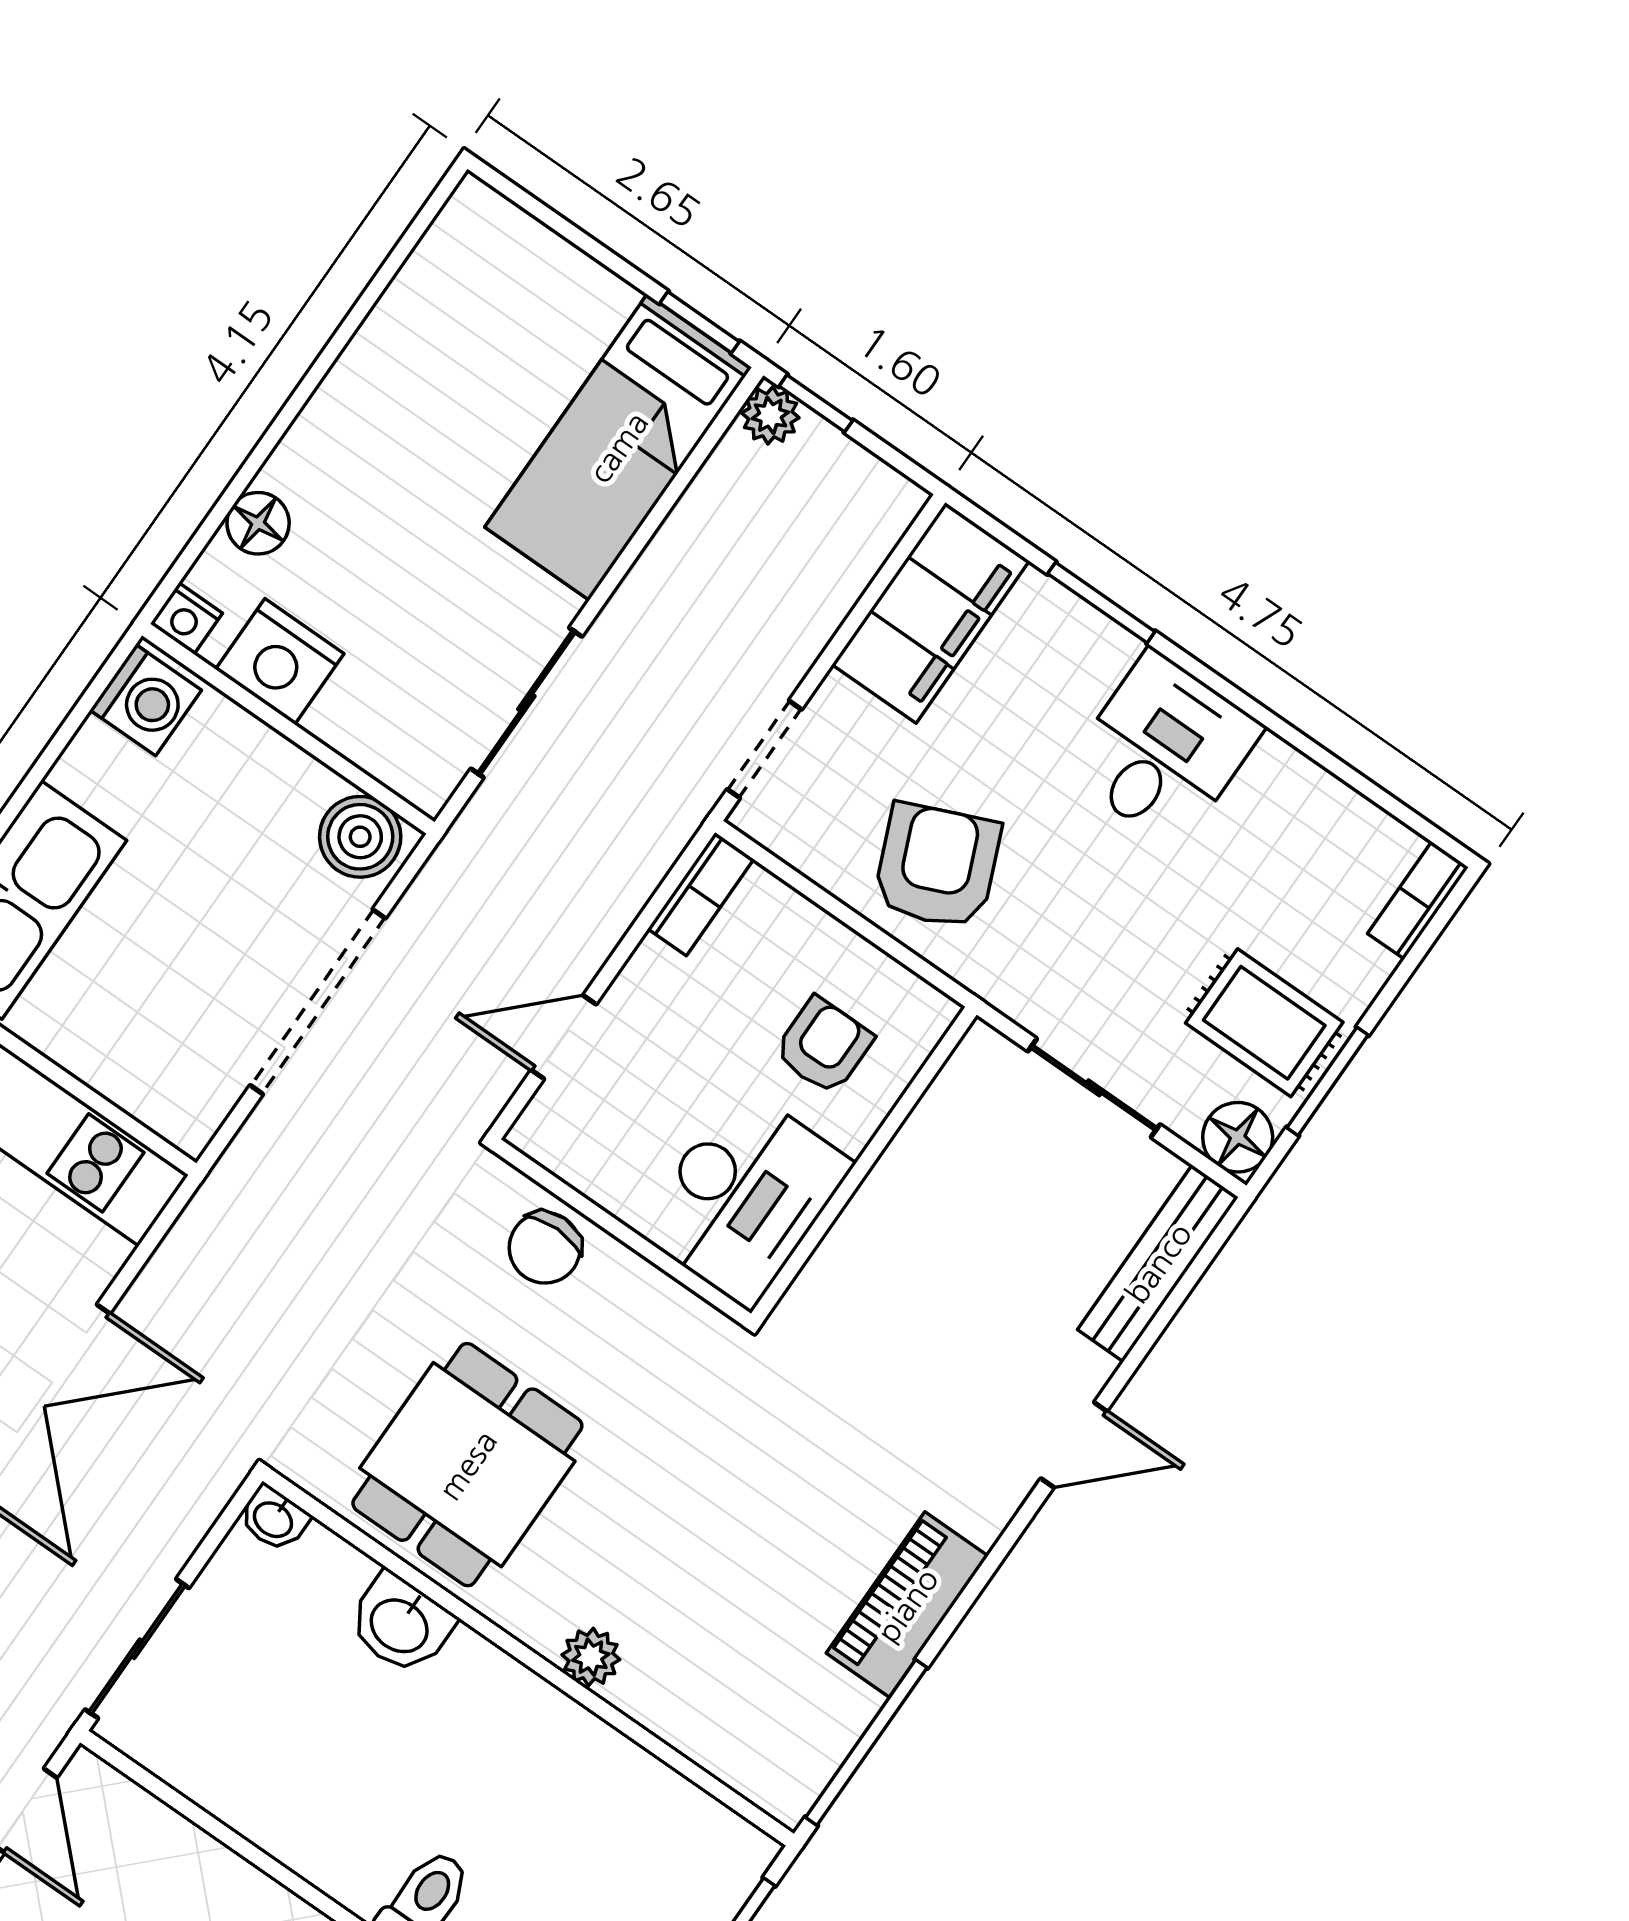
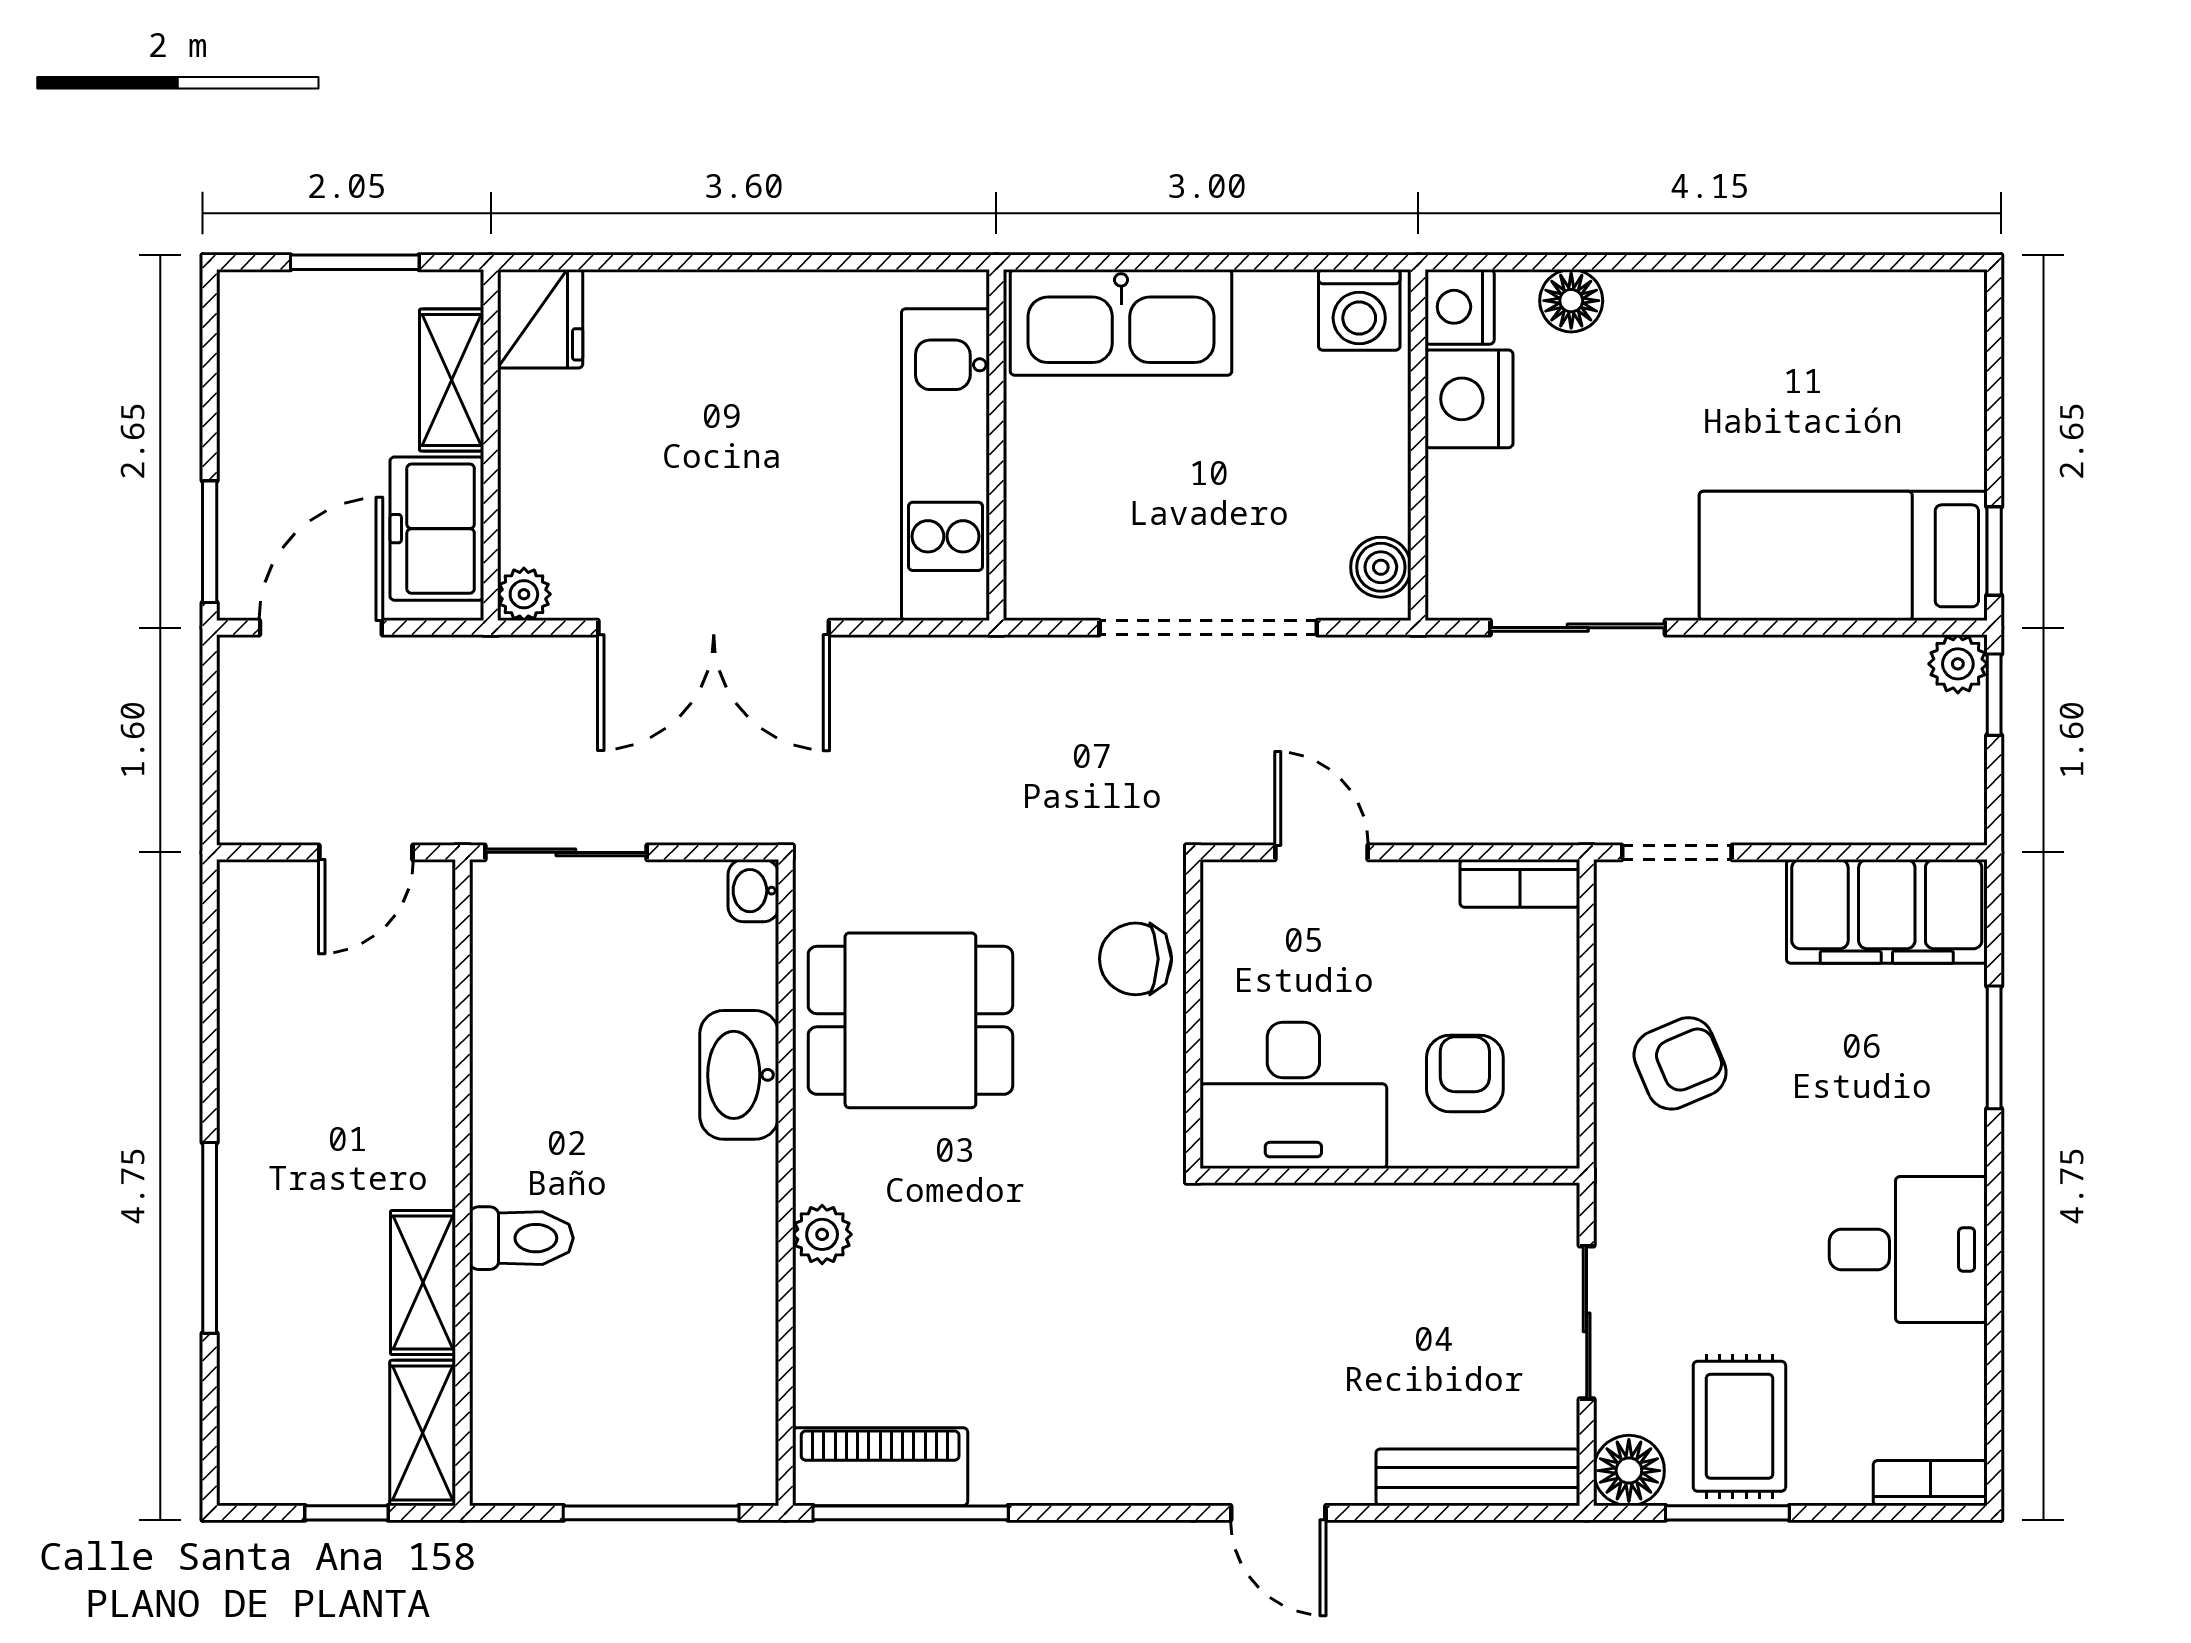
nightstand: (186, 619) -> (1460, 307), width x1.39, depth x1.35
desk: (1164, 749) -> (1908, 1249), moved
boiler: (360, 837) -> (1381, 567), width x0.73, depth x0.73
armchair: (937, 866) -> (1680, 1063), width x0.72, depth x0.72
armchair: (824, 1046) -> (1465, 1073), turned -90
piano: (907, 1605) -> (880, 1467), moved
washbasin: (400, 1624) -> (739, 1075), width x1.38

